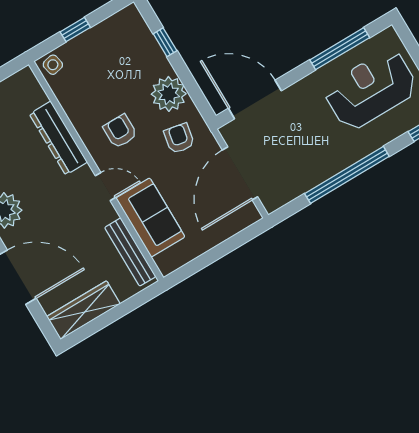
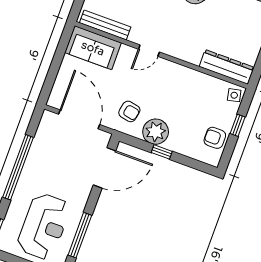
window: (165, 42) -> (162, 152), moved
armchair: (120, 131) -> (215, 138), moved, turned 180
dresser: (58, 138) -> (227, 67), moved
sofa: (150, 217) -> (93, 48), moved

